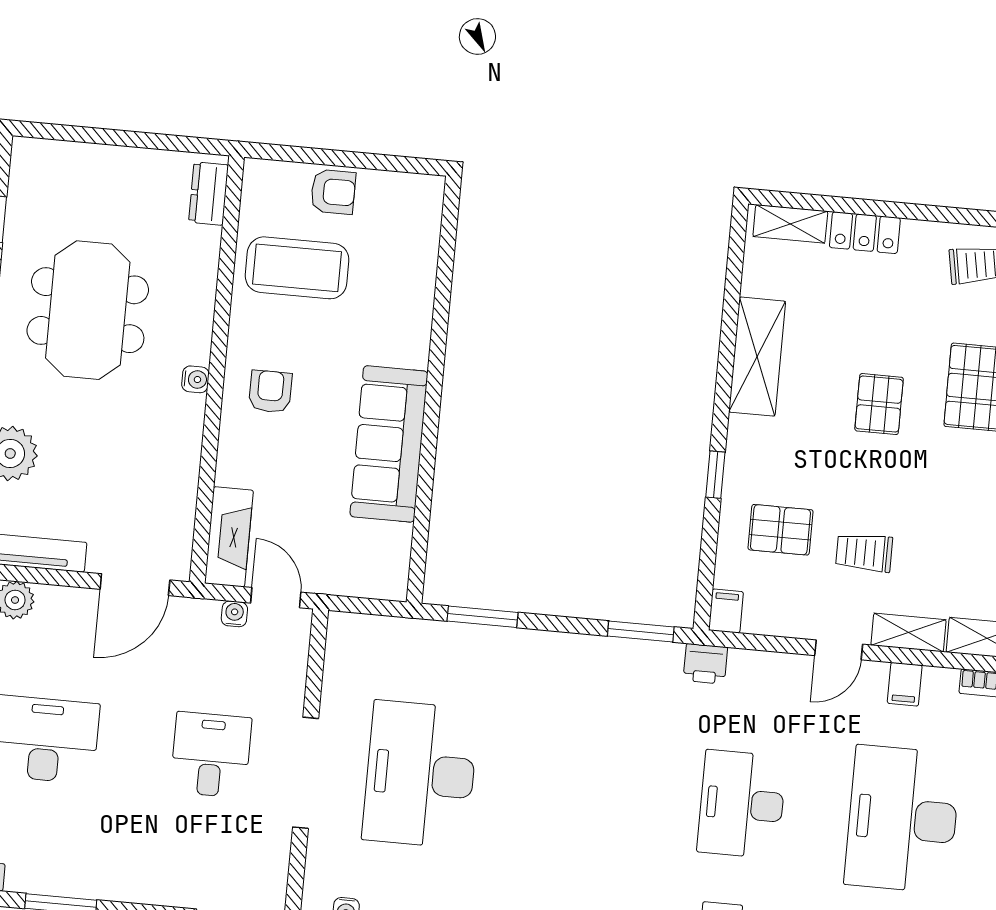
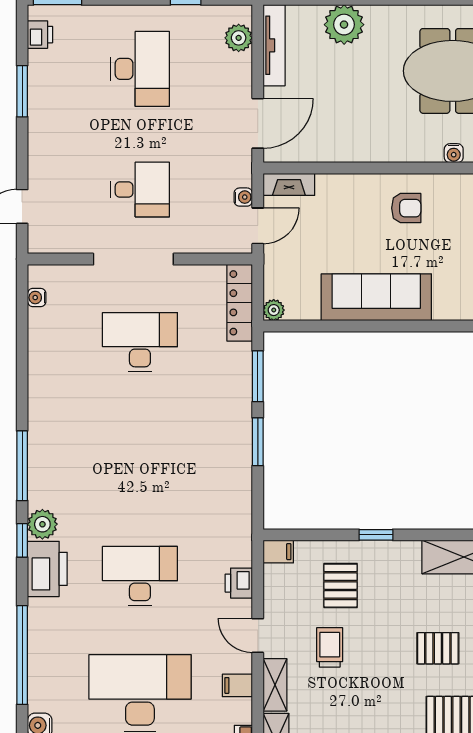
water cooler: (195, 379) -> (454, 153), moved
fireplace: (229, 537) -> (289, 184), width x0.73, depth x0.76
door: (135, 585) -> (258, 123), swing flipped
plant: (393, 586) -> (274, 310), added
locker: (379, 632) -> (240, 303), added
window: (641, 632) -> (258, 442), moved
printer: (705, 664) -> (239, 583), moved
desk: (420, 774) -> (140, 342), width x0.73, depth x0.77

